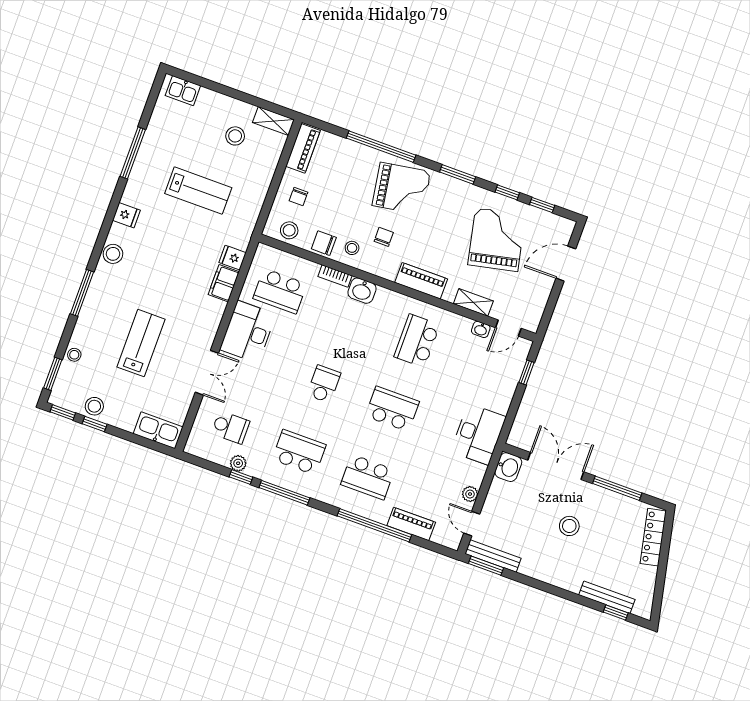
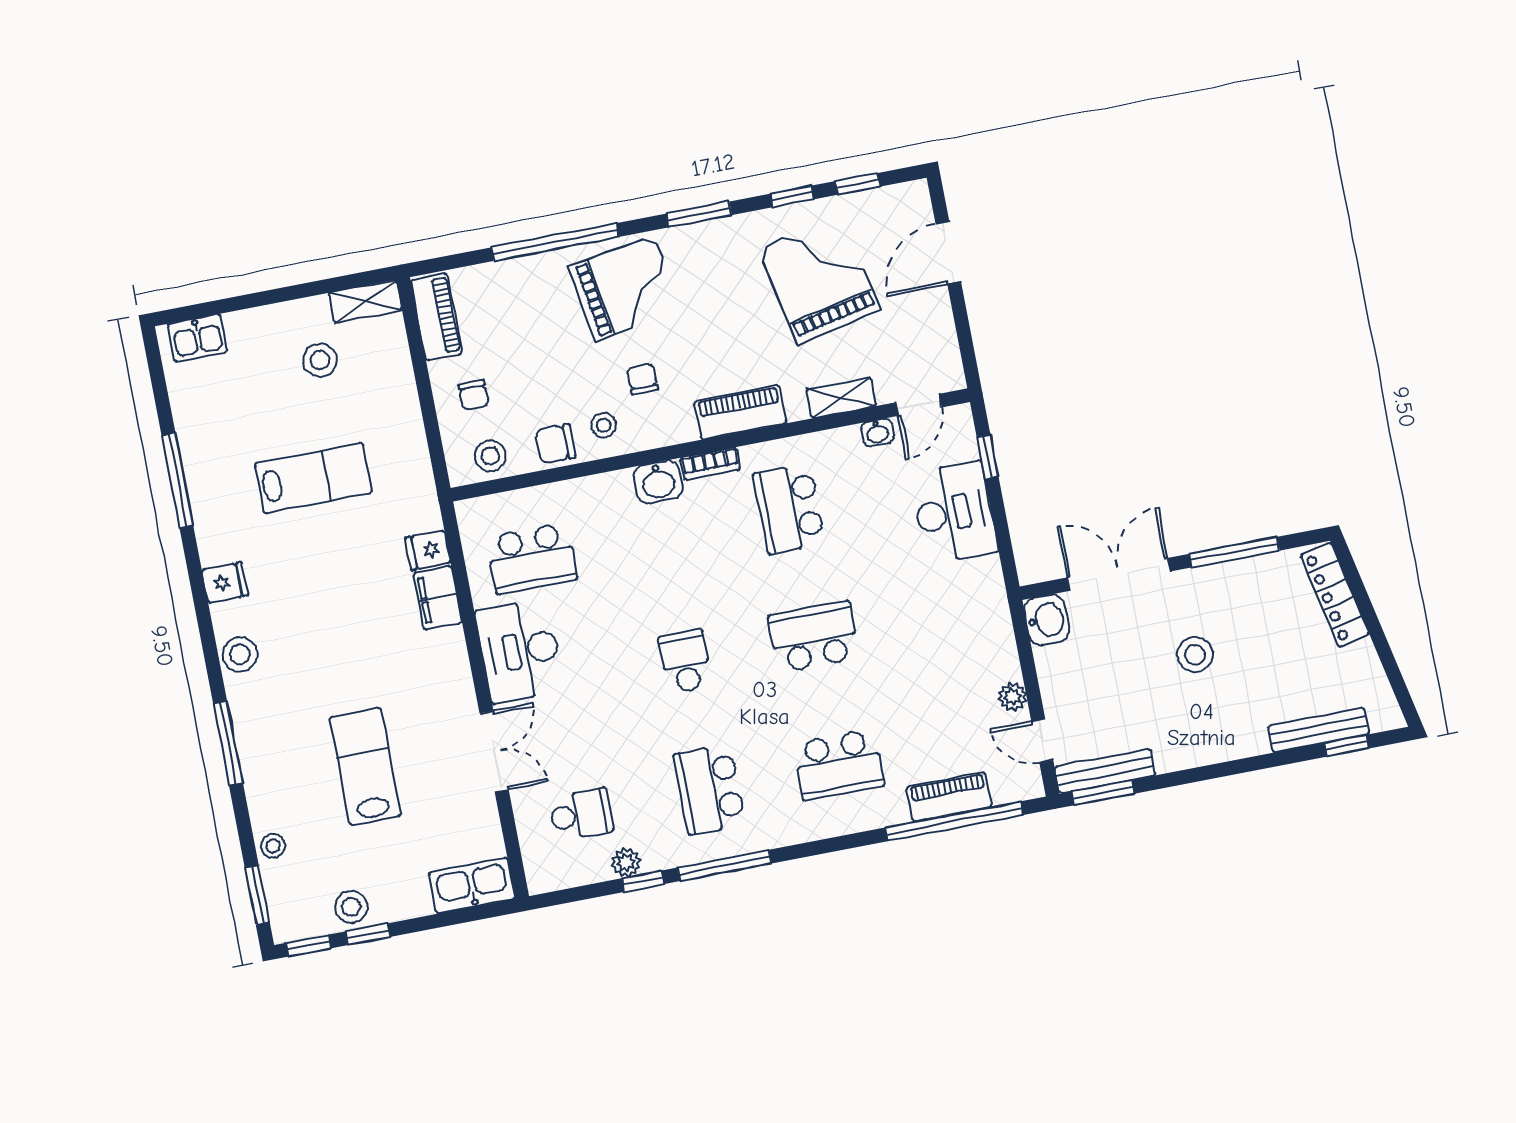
bookcase: (335, 276) -> (710, 464), moved
desk: (478, 434) -> (954, 513), moved
school desk: (299, 452) -> (710, 789), turned -90
window: (374, 525) -> (954, 821), moved

